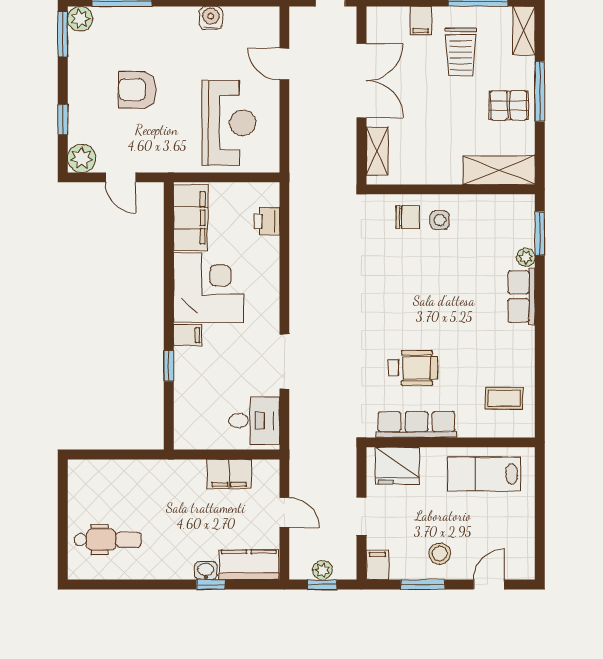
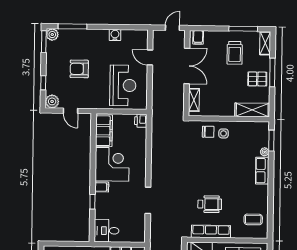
filing cabinet: (421, 21) -> (198, 37), moved
printer: (267, 221) -> (141, 121), moved
desk: (254, 421) -> (107, 231), moved, turned 180

